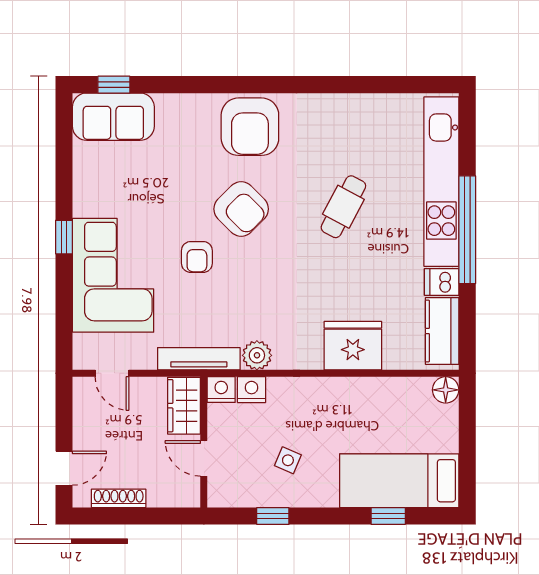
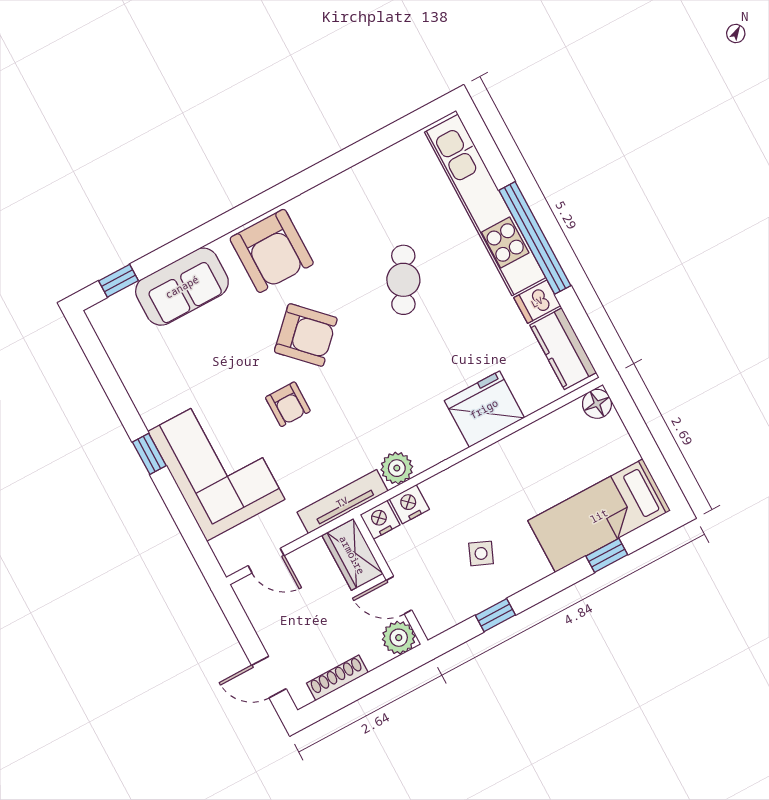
sofa: (113, 117) -> (182, 287), moved
door: (64, 468) -> (269, 677), swing flipped
plant: (185, 492) -> (399, 638), added

